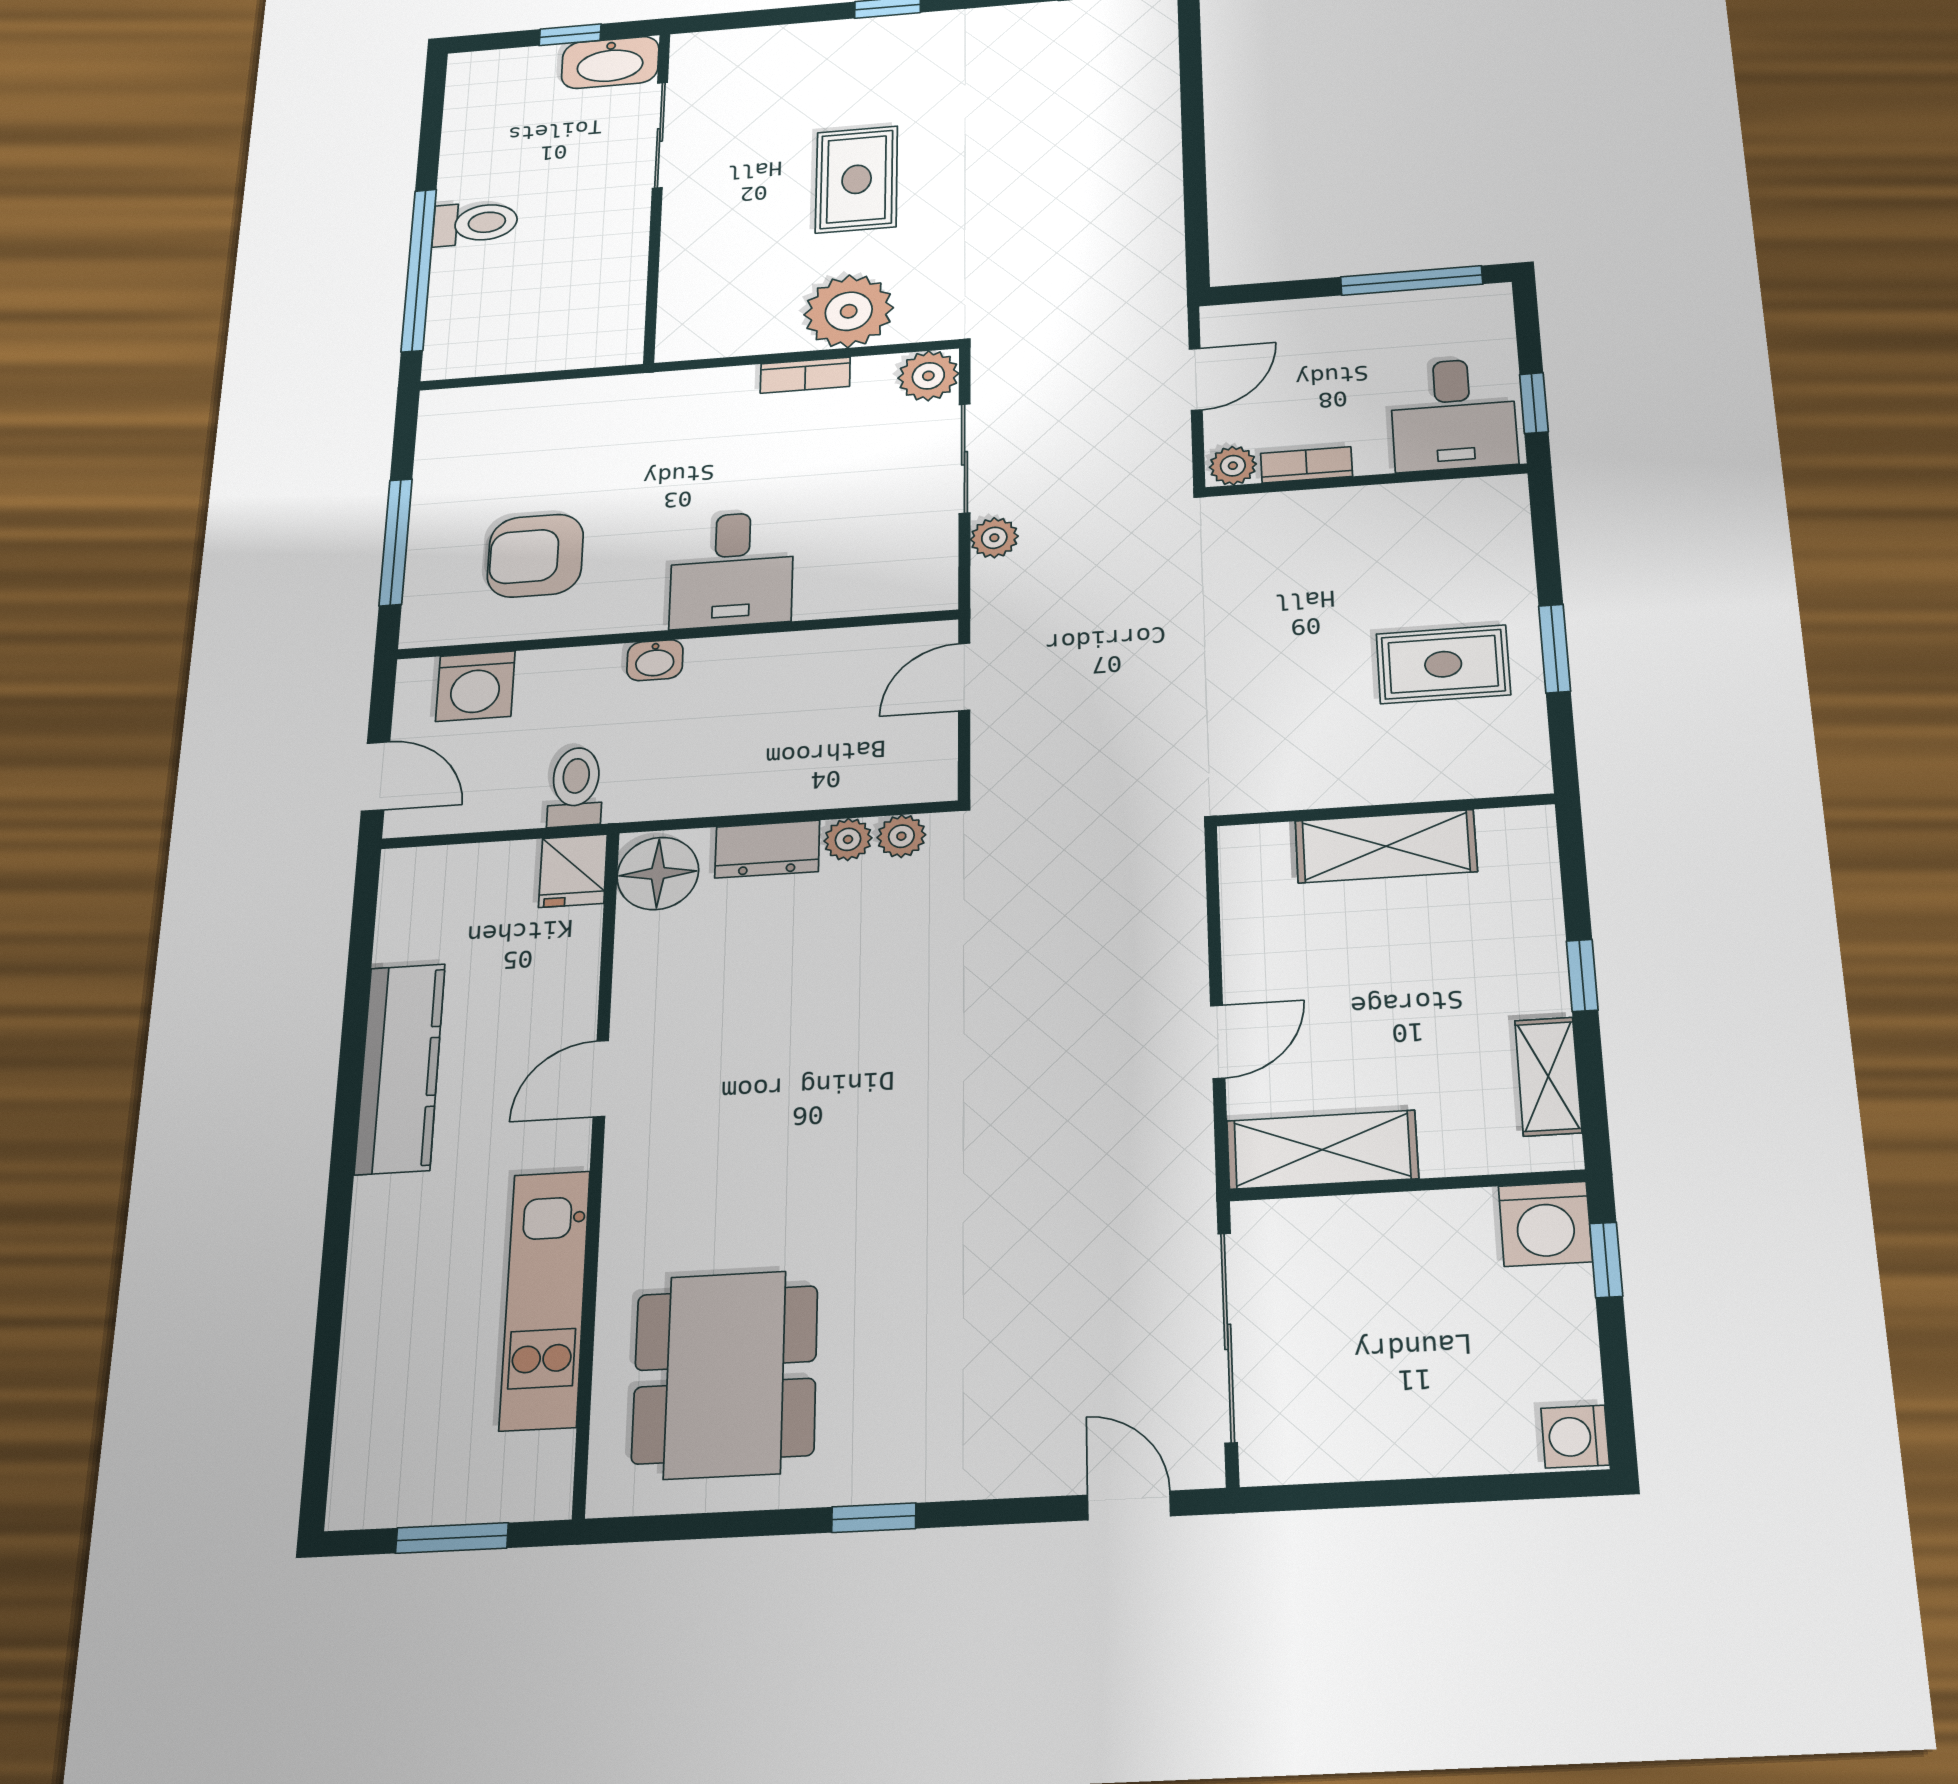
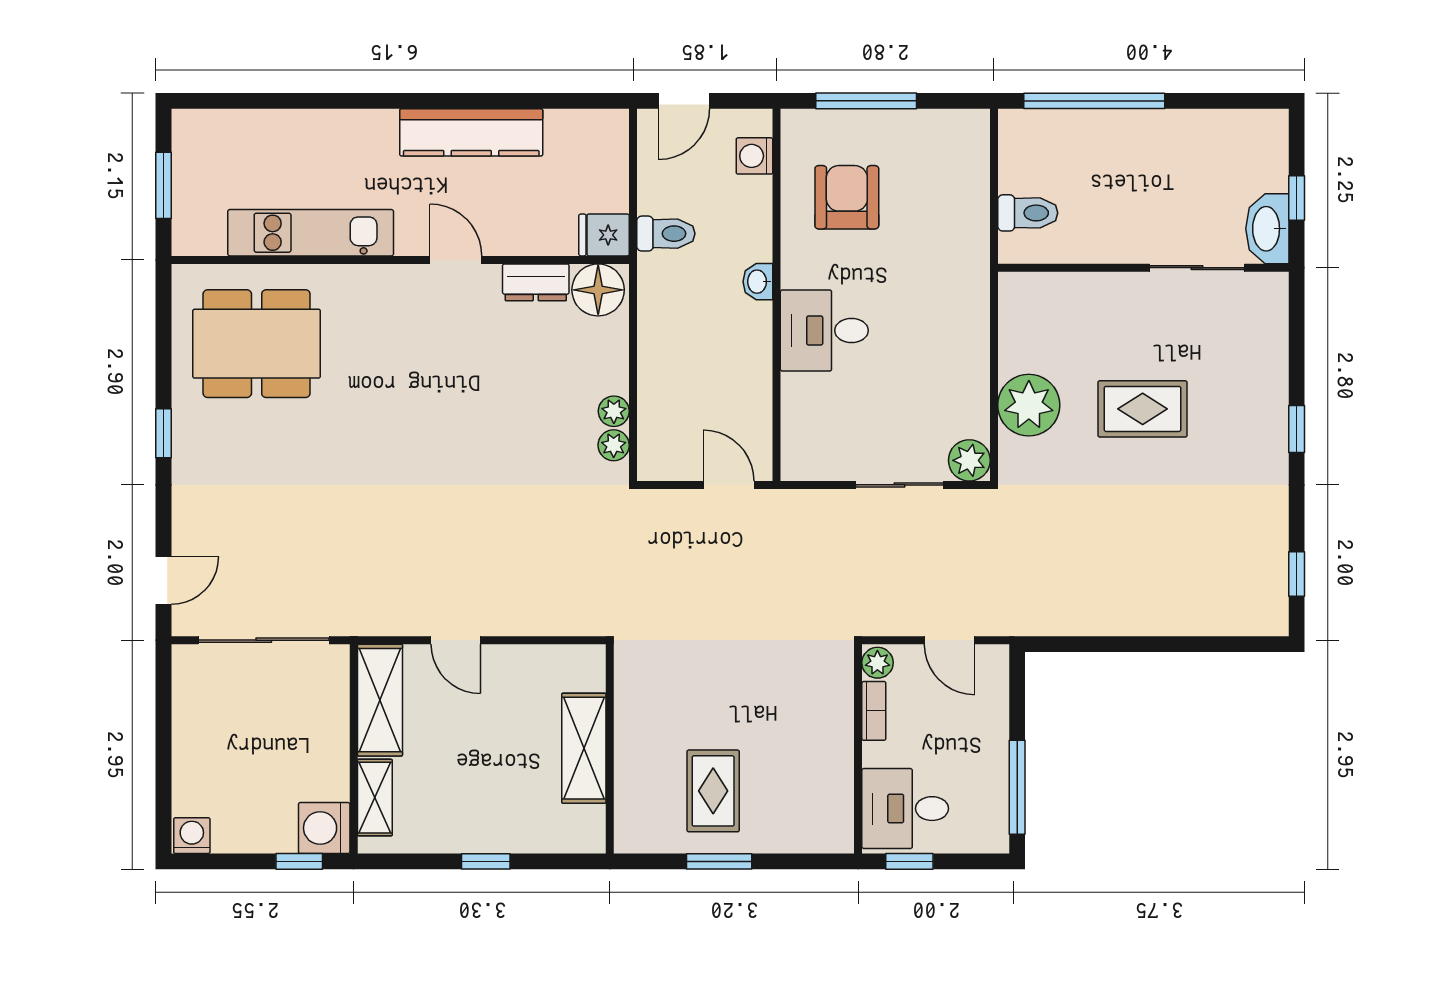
toilet: (475, 223) -> (1028, 213), moved, turned -90
bookcase: (805, 375) -> (978, 376), removed
plant: (994, 538) -> (834, 505), removed
washing machine: (475, 686) -> (755, 156), width x0.73, depth x0.73
dresser: (767, 849) -> (536, 282), moved, turned -90
shelving: (1548, 1076) -> (375, 798), moved, turned 90

